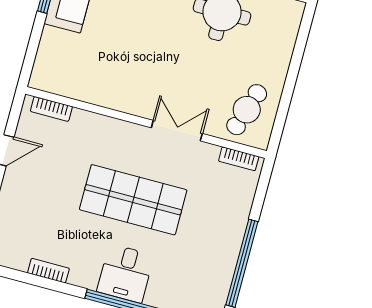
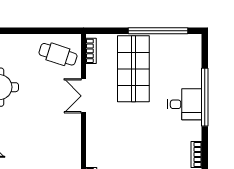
shop shelf: (133, 200) -> (133, 69), moved

